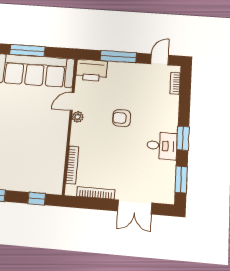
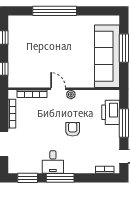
printer: (92, 70) -> (111, 112), moved
door: (72, 101) -> (58, 89), moved
window: (183, 138) -> (60, 178), width x1.44

